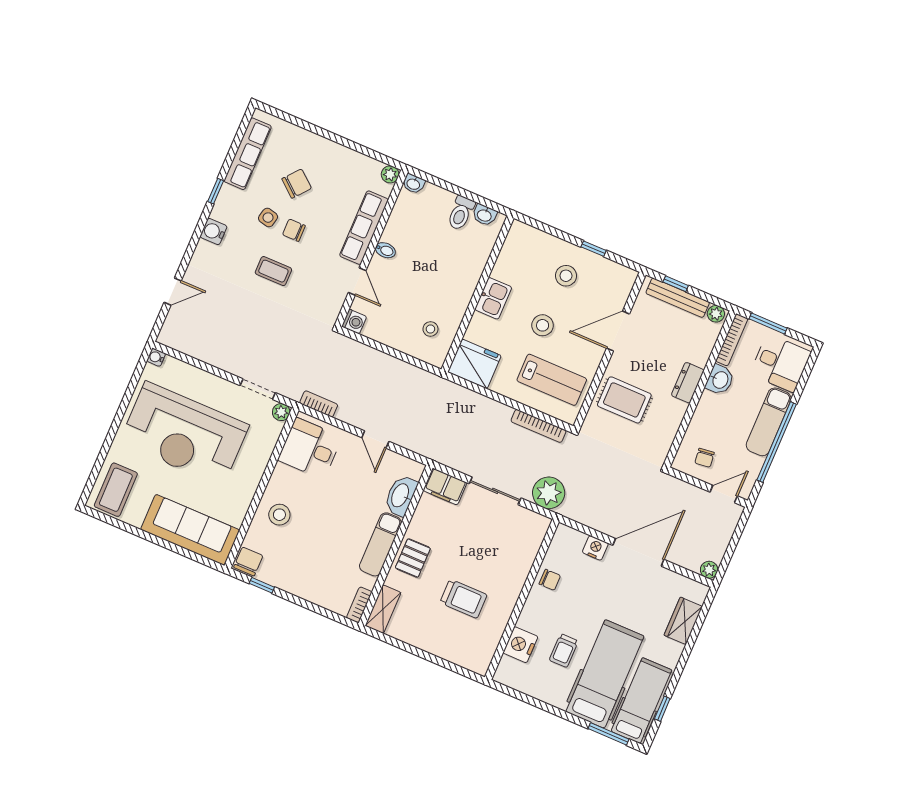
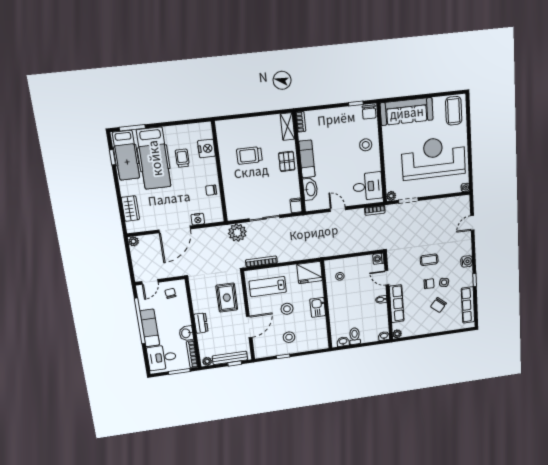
rug: (624, 400) -> (227, 298), turned 90
filing cabinet: (445, 487) -> (296, 205), width x0.50

